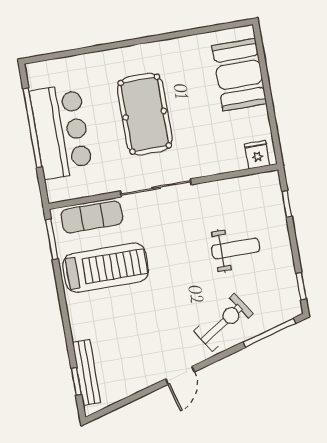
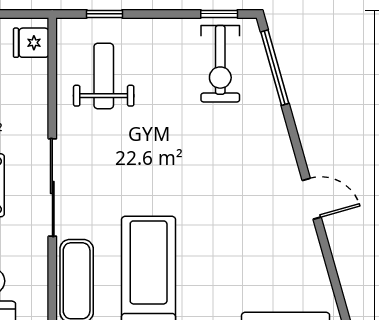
weight bench: (236, 248) -> (104, 76), moved
exercise bike: (224, 322) -> (220, 64), moved, turned -147

